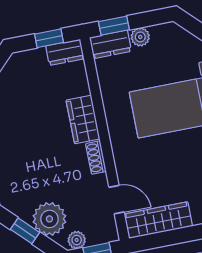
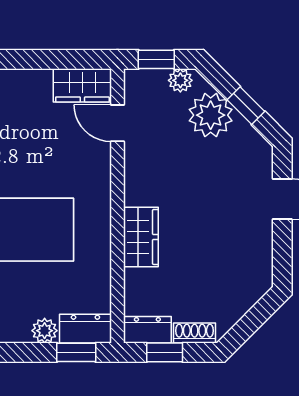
shoe rack: (96, 158) -> (195, 333), moved, turned -90
wardrobe: (158, 220) -> (82, 85), width x0.67

